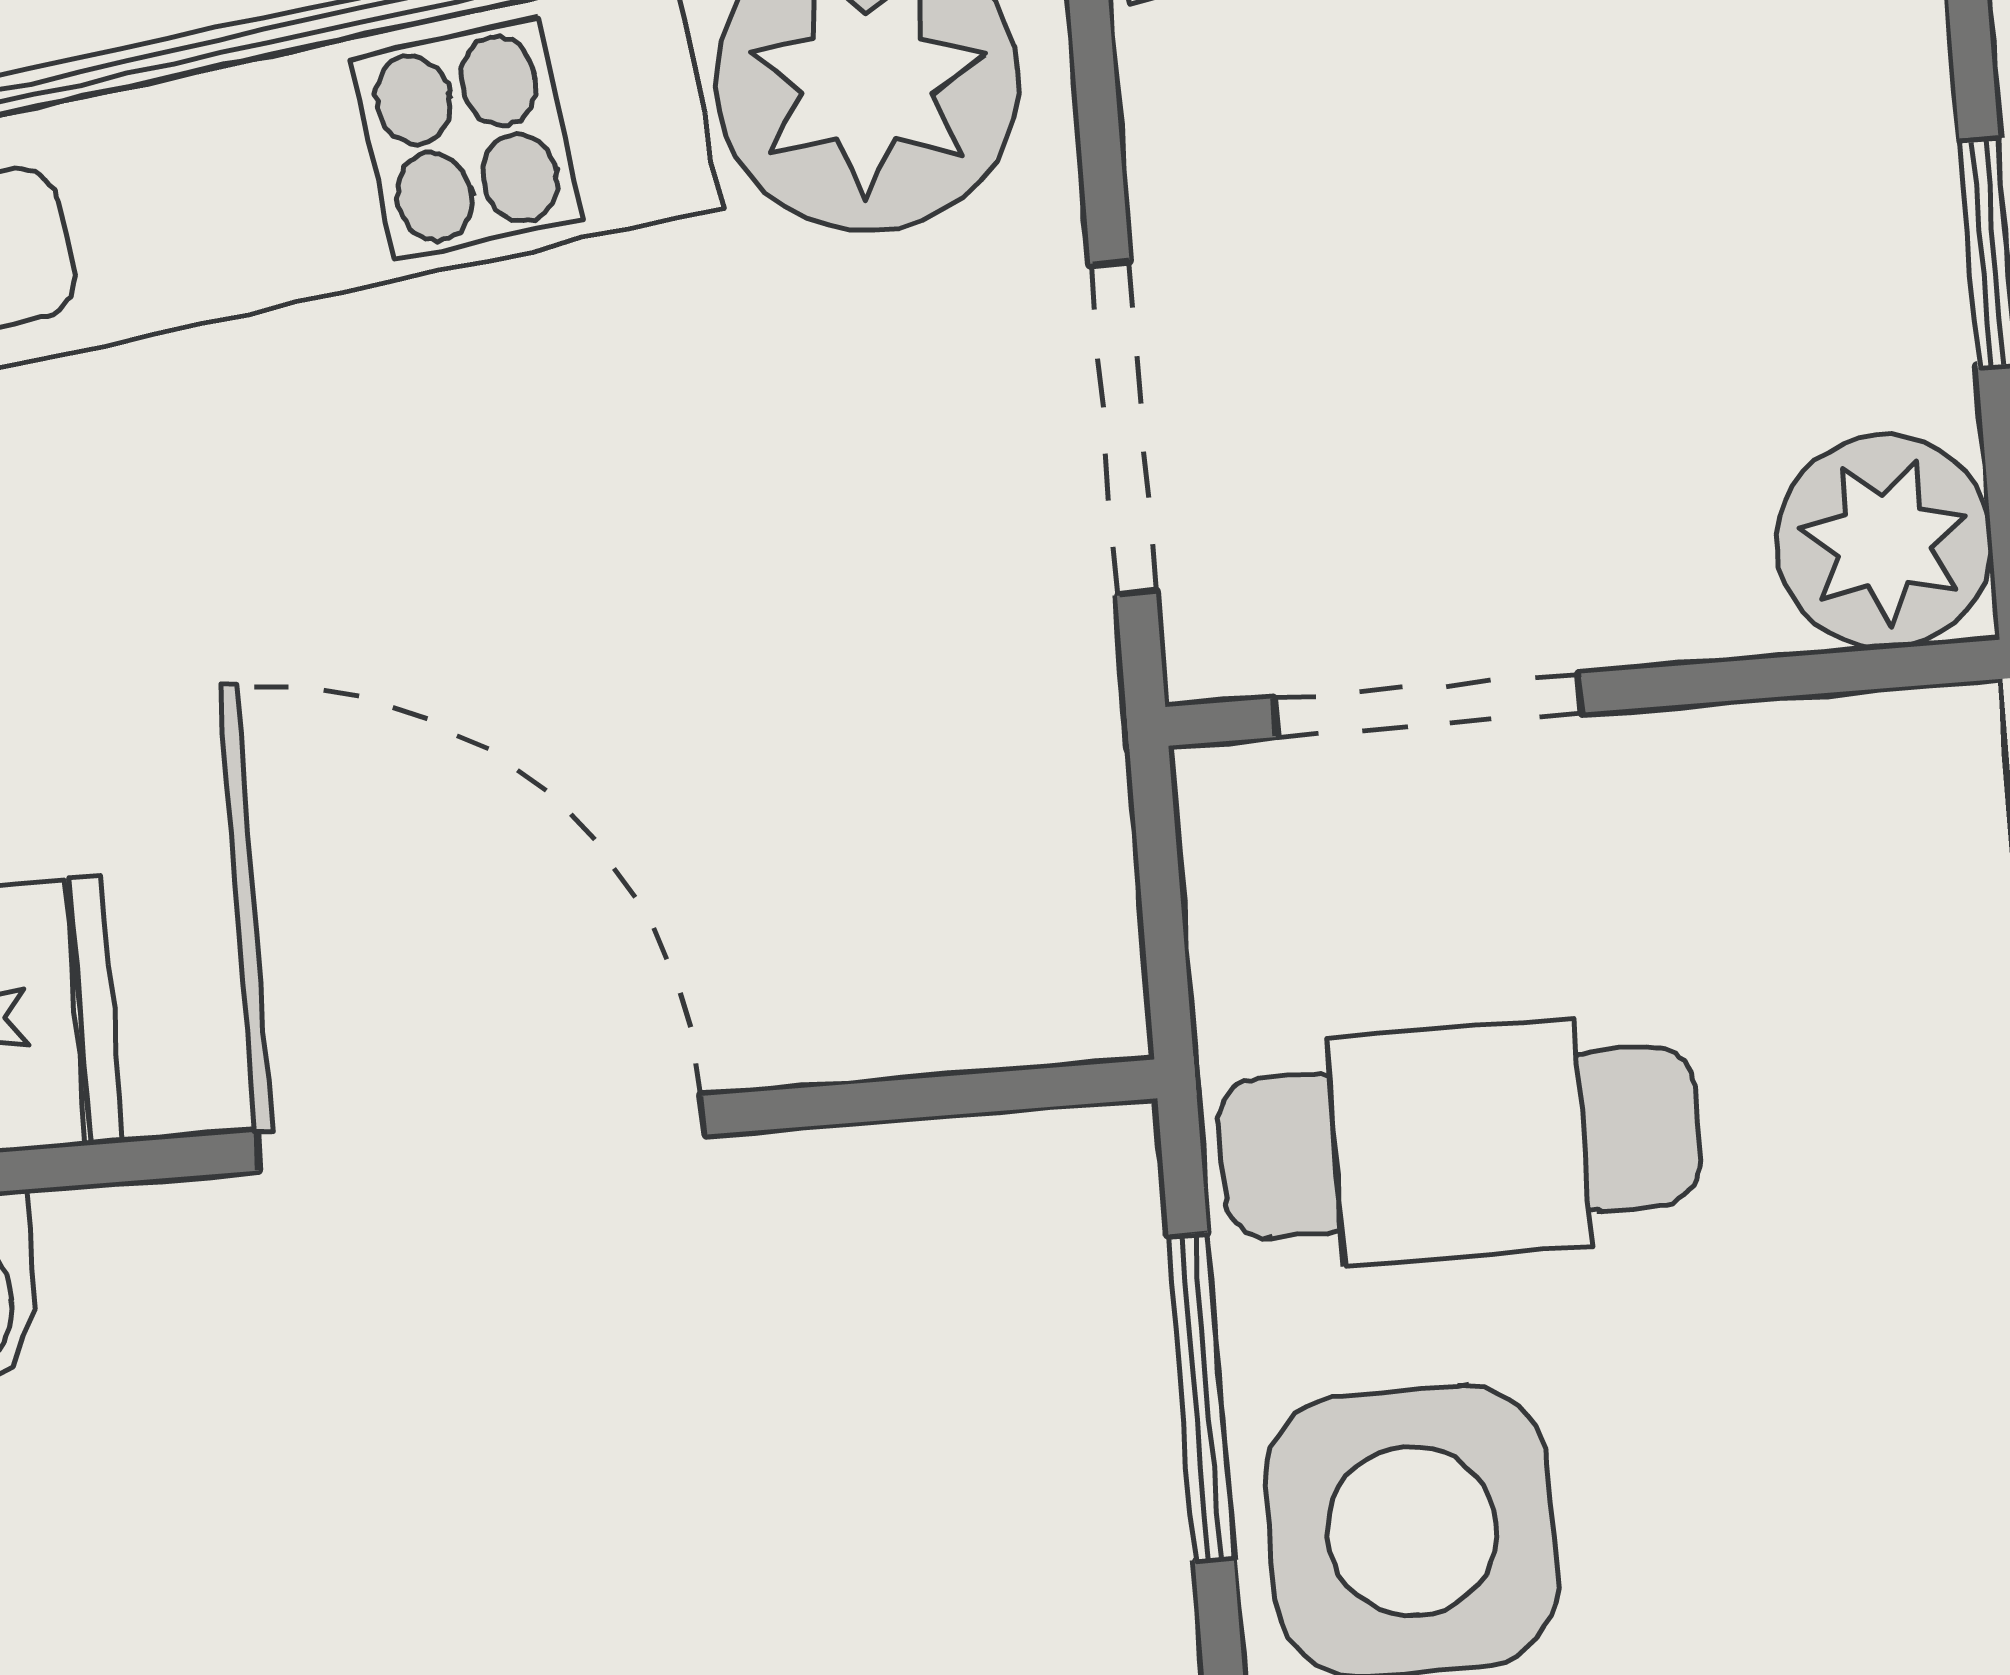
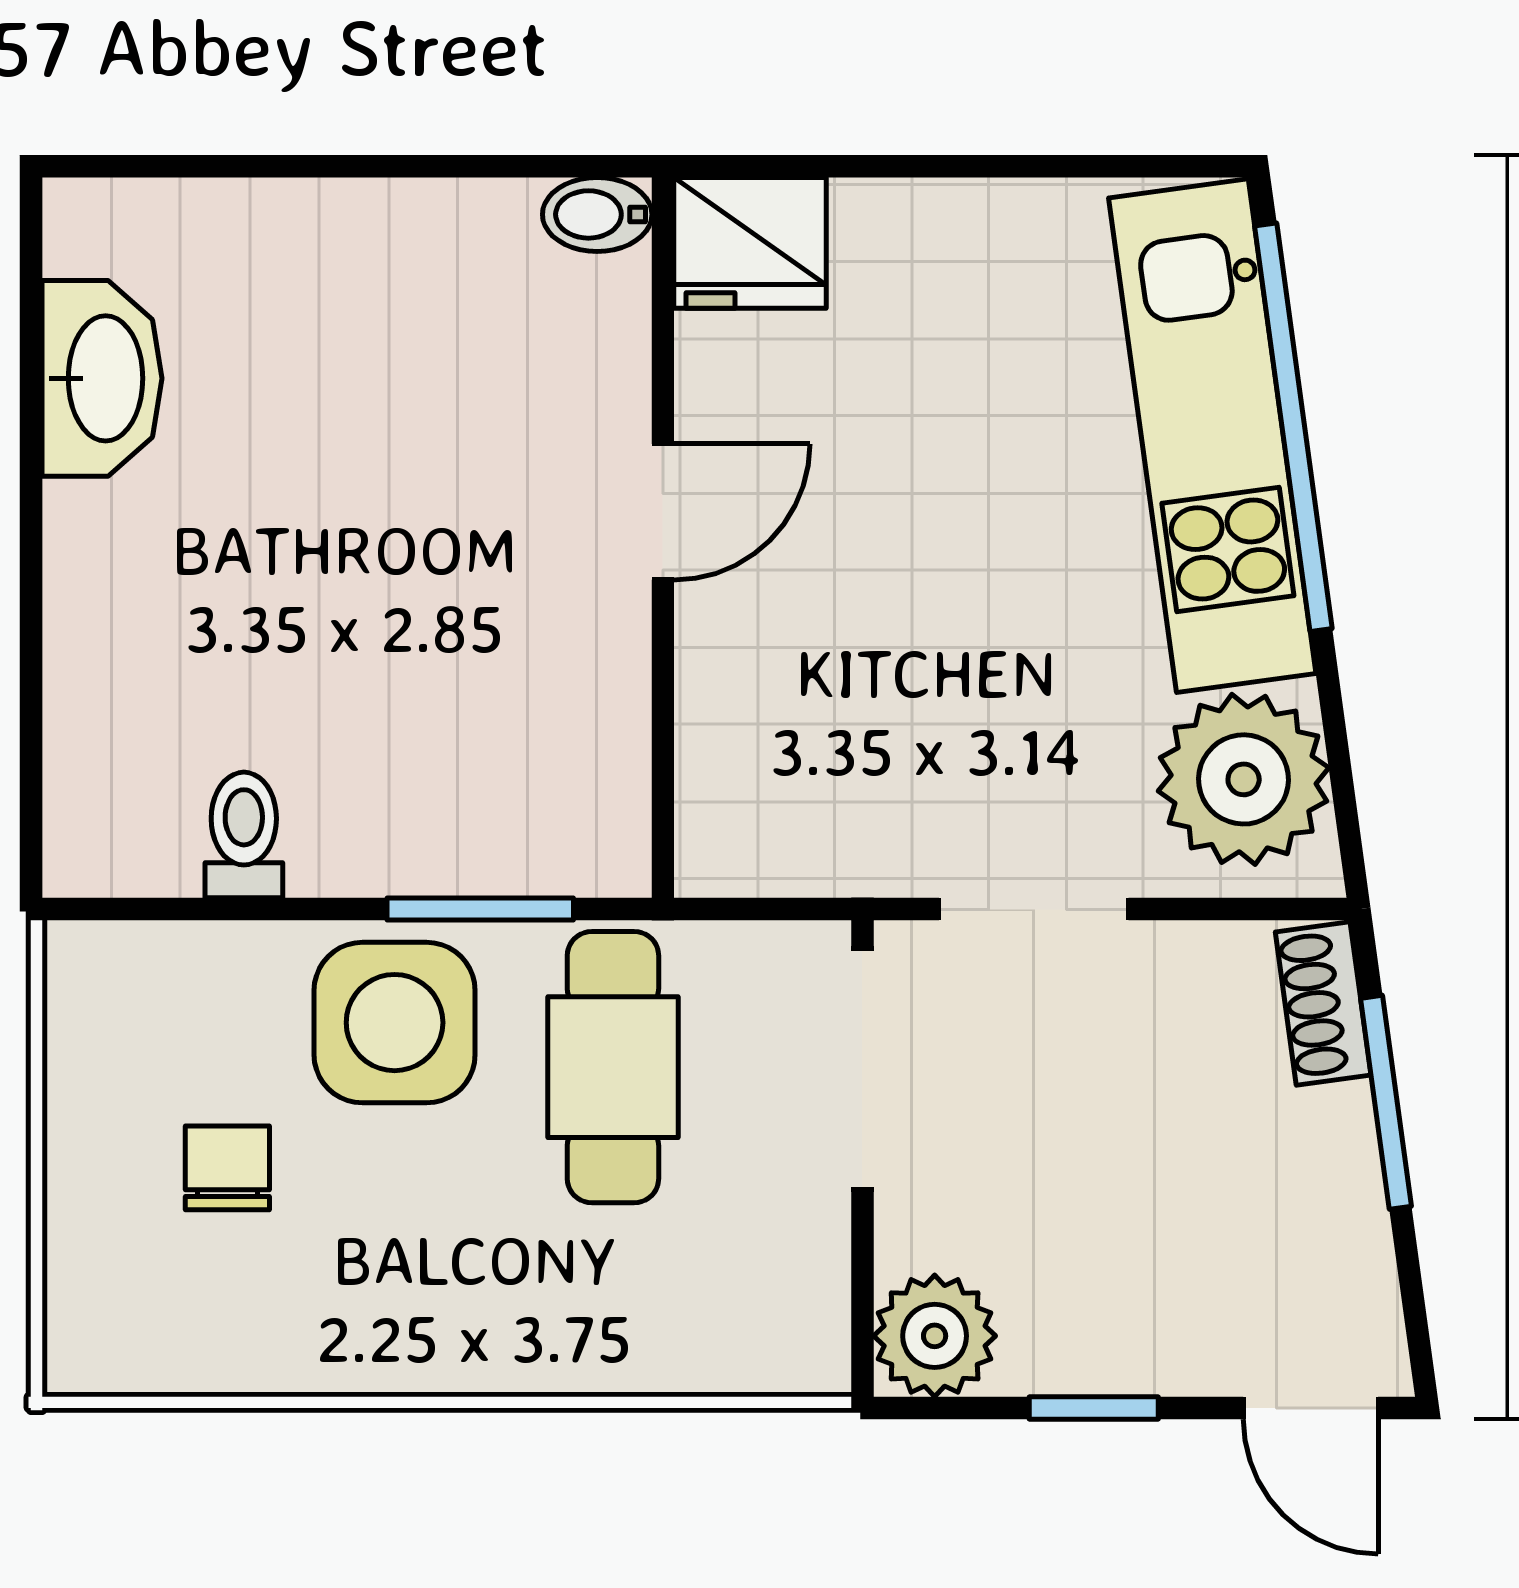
doorway: (1427, 705) -> (862, 1069), width x1.38
door: (480, 1133) -> (663, 512), width x0.53

